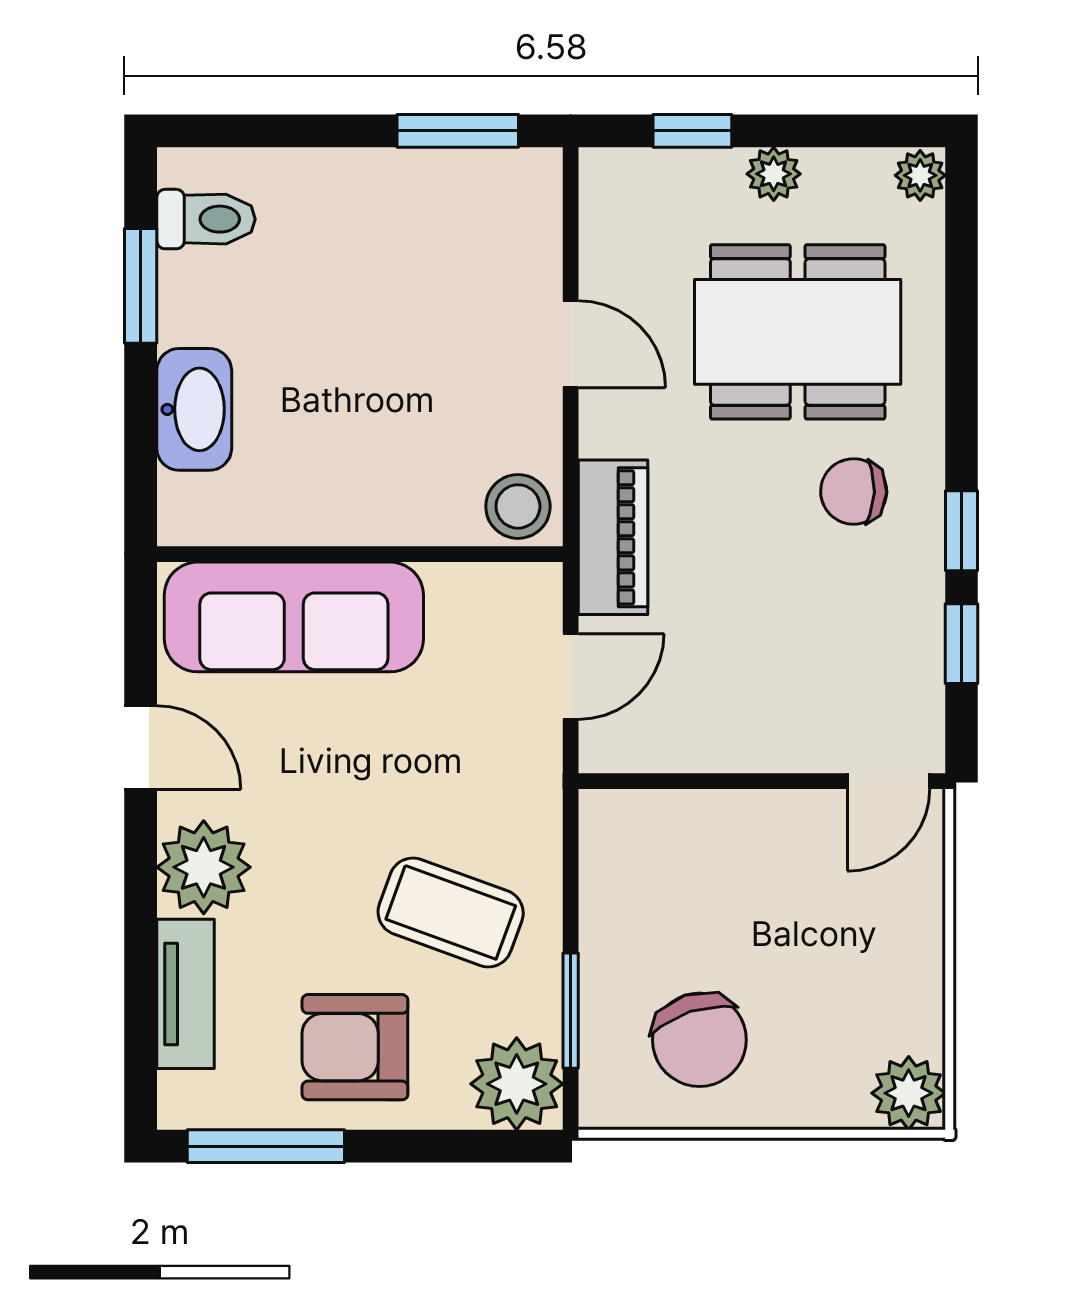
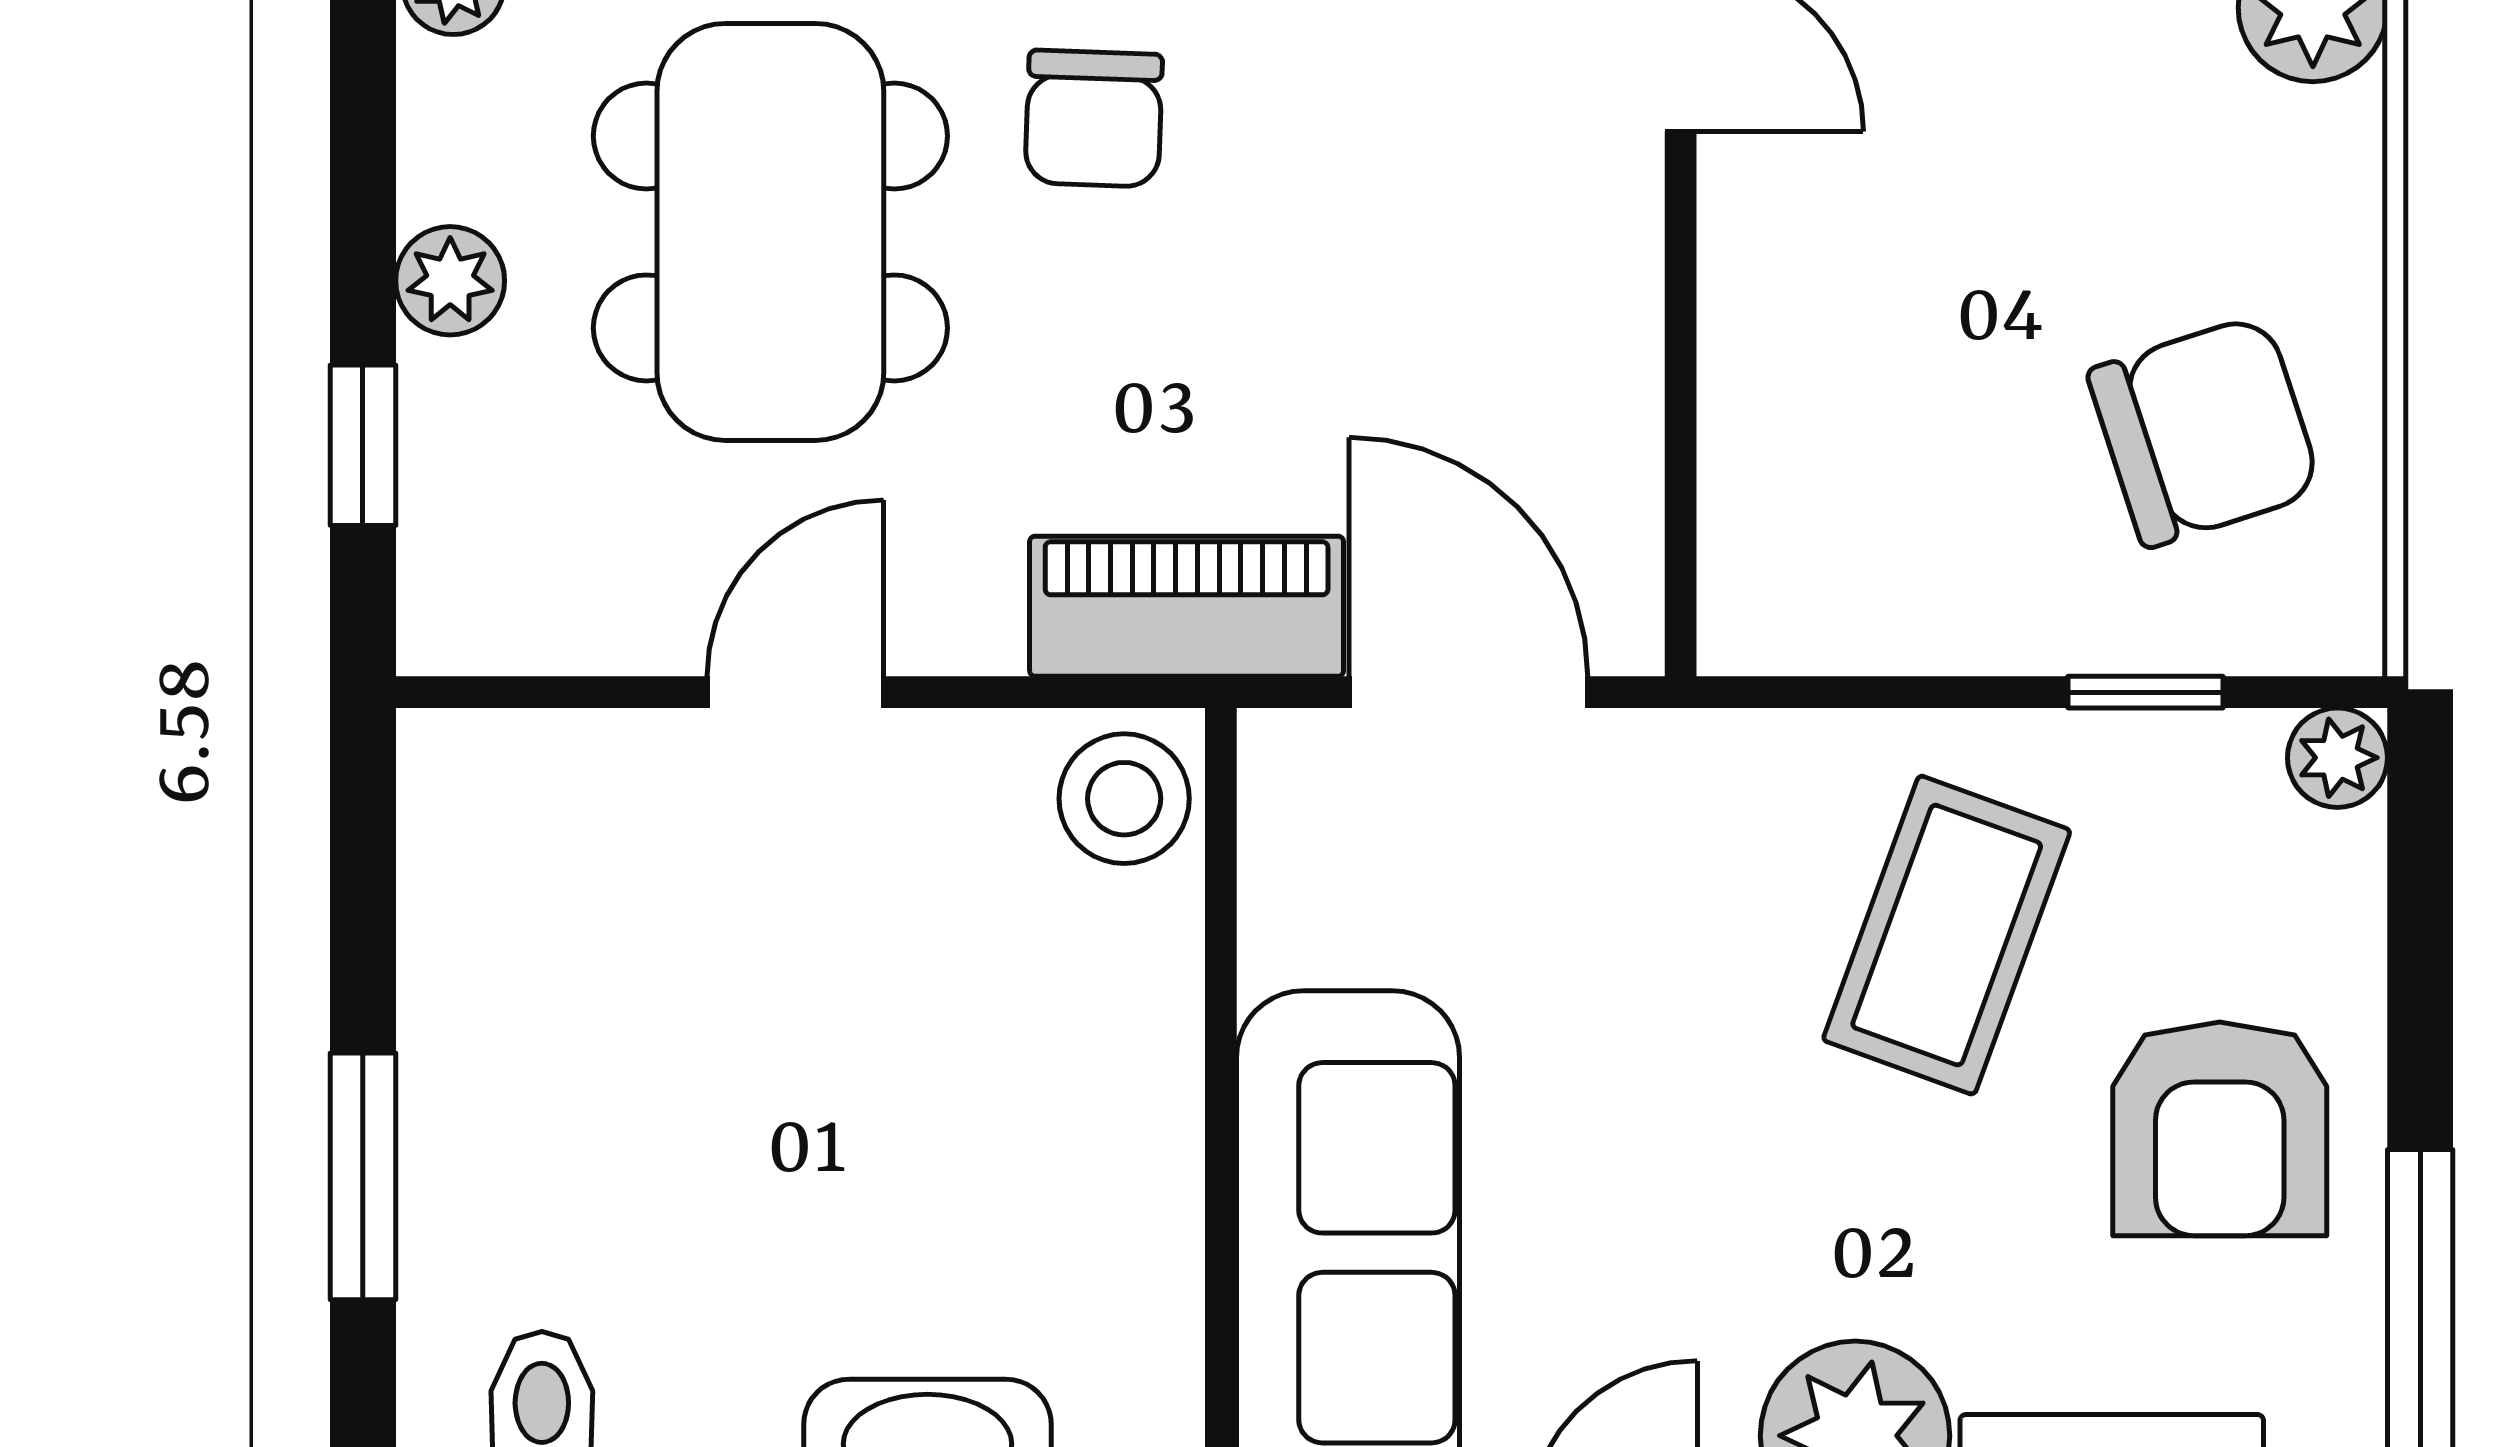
window: (458, 131) -> (363, 1176), moved
door: (571, 676) -> (1468, 692), width x1.38
window: (571, 1011) -> (2145, 692), width x0.67
plant: (517, 1084) -> (2337, 758), width x0.53, depth x0.53

